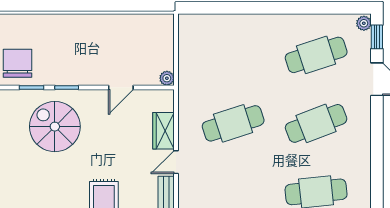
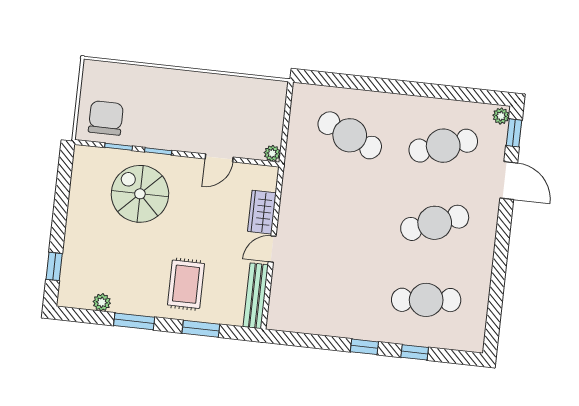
cafe table: (233, 123) -> (350, 135), moved, turned 42

